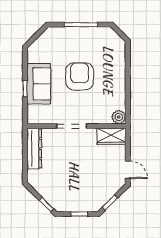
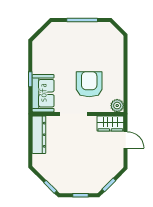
armchair: (80, 76) -> (89, 84), moved
sofa: (39, 84) -> (43, 93), moved
door: (128, 170) -> (126, 140), moved

